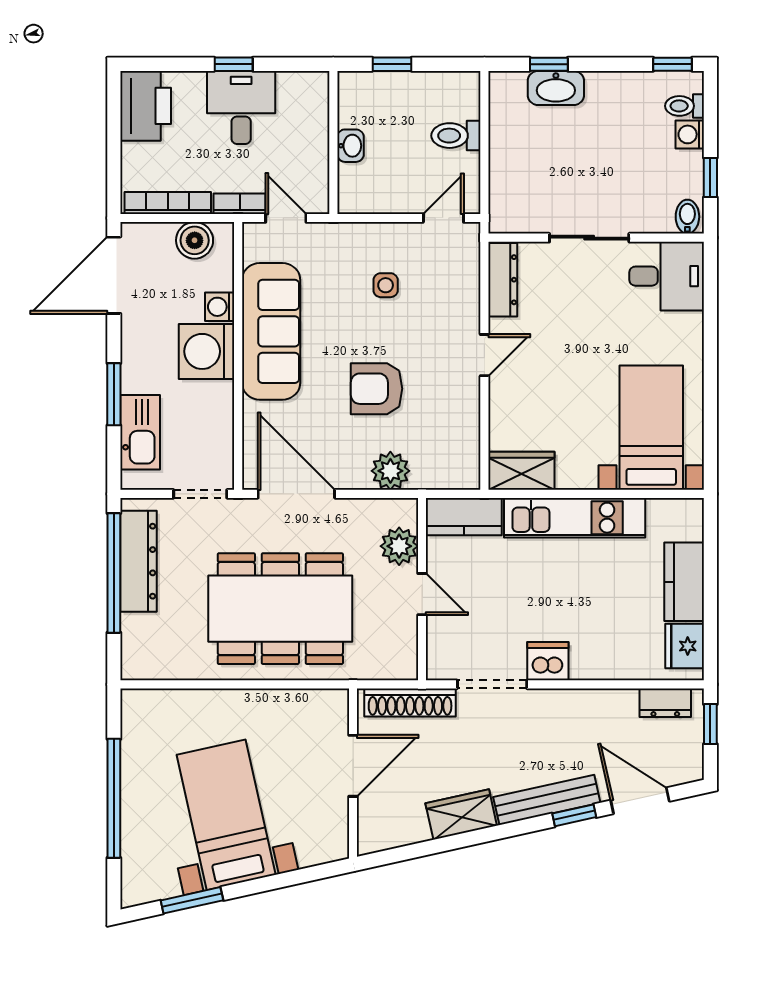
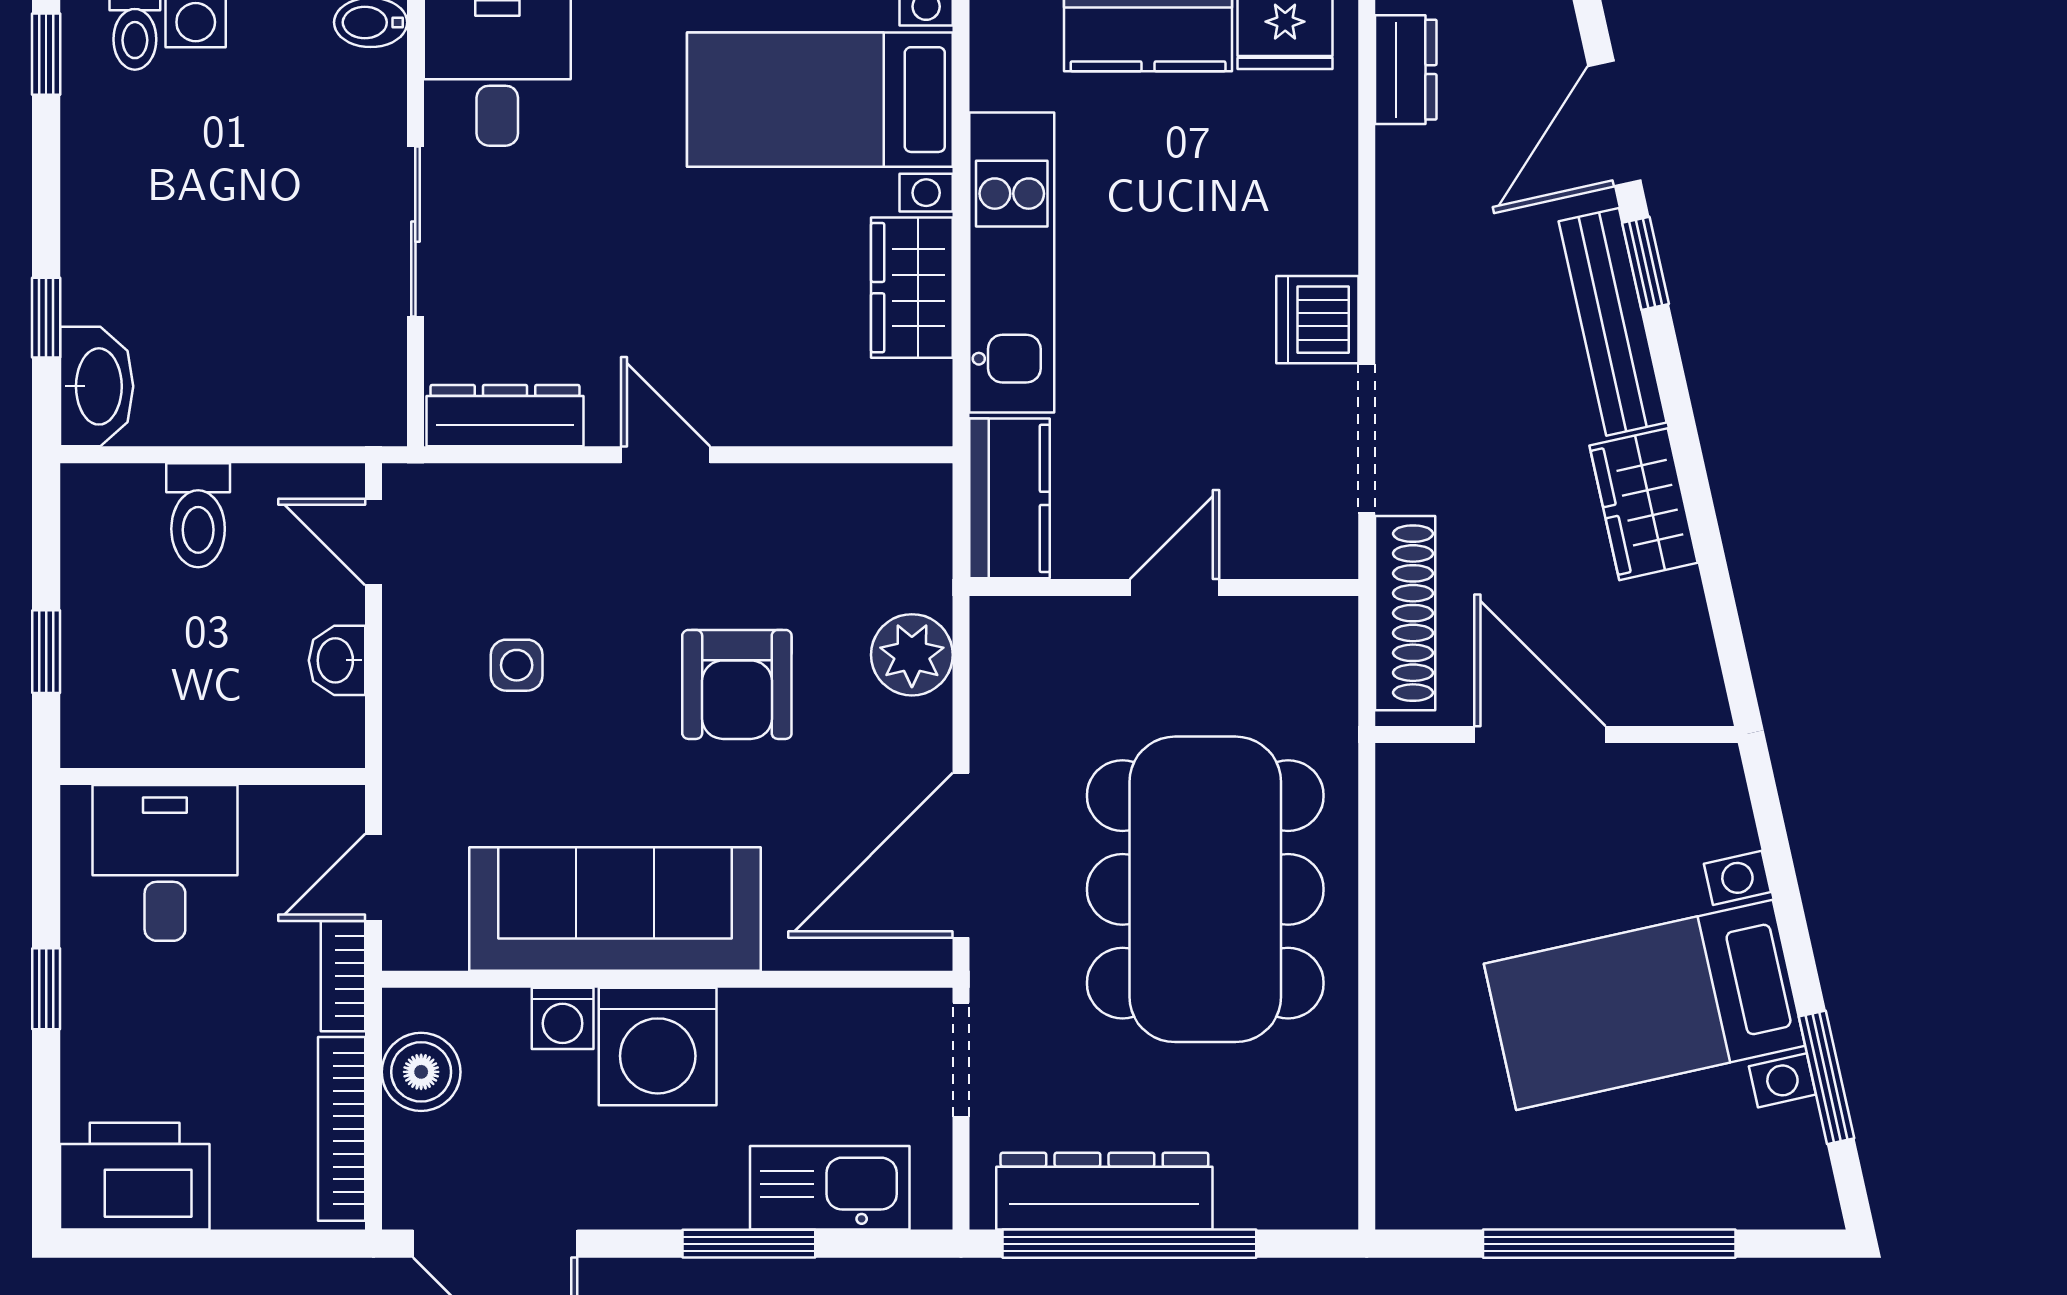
washbasin: (556, 88) -> (97, 386), moved
desk: (241, 107) -> (165, 863), moved, turned 90
washbasin: (350, 146) -> (337, 660), moved, turned -90
wardrobe: (521, 471) -> (912, 288), moved
plant: (399, 546) -> (1072, 636), removed

